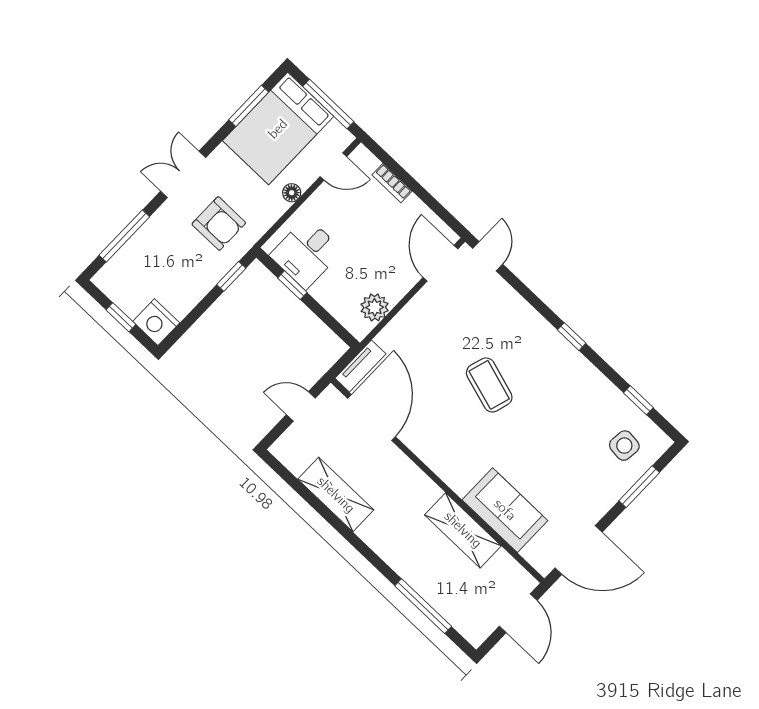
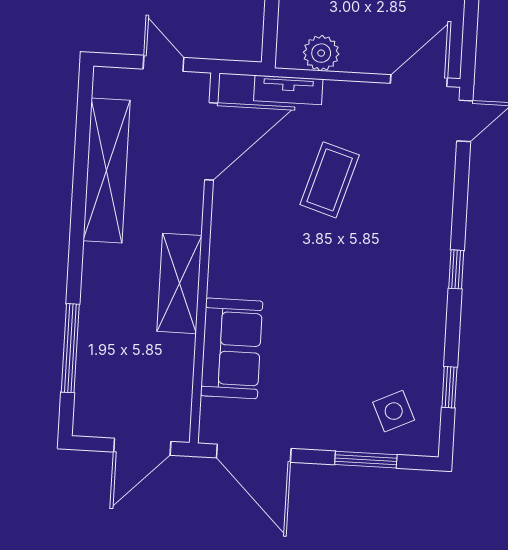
tv unit: (360, 366) -> (288, 90), moved
coffee table: (489, 385) -> (330, 180), moved
side table: (624, 446) -> (394, 411), turned -31
shelving: (336, 495) -> (107, 170), width x1.47
shelving: (463, 530) -> (179, 283), moved

